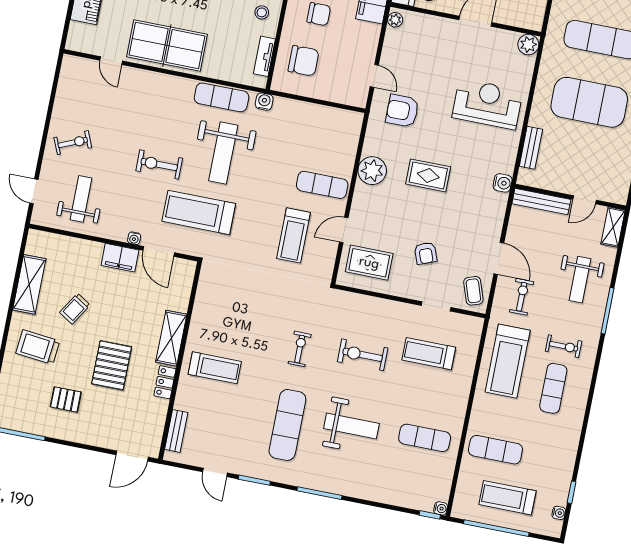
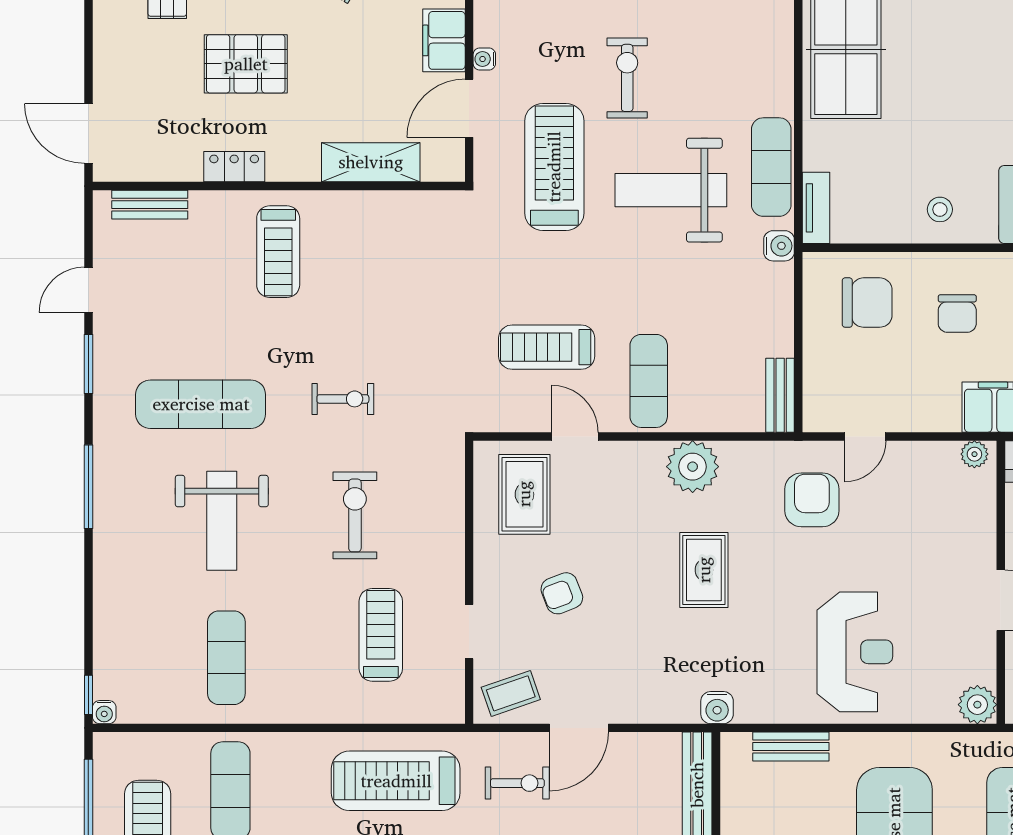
tv unit: (264, 56) -> (816, 208), moved, turned 90
chair: (303, 61) -> (867, 303), turned -90
bench: (343, 117) -> (780, 395), added
shelving: (171, 338) -> (371, 162), moved

